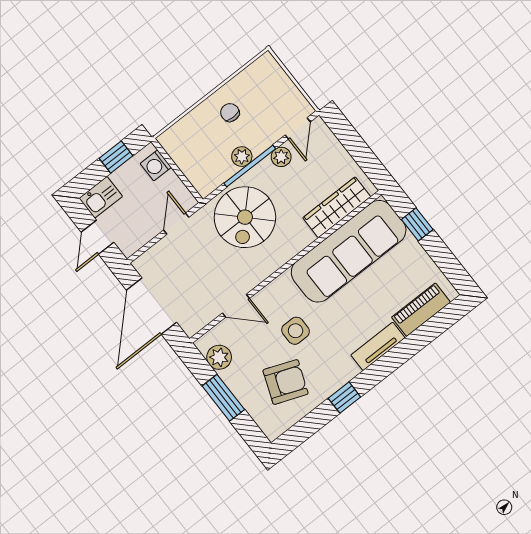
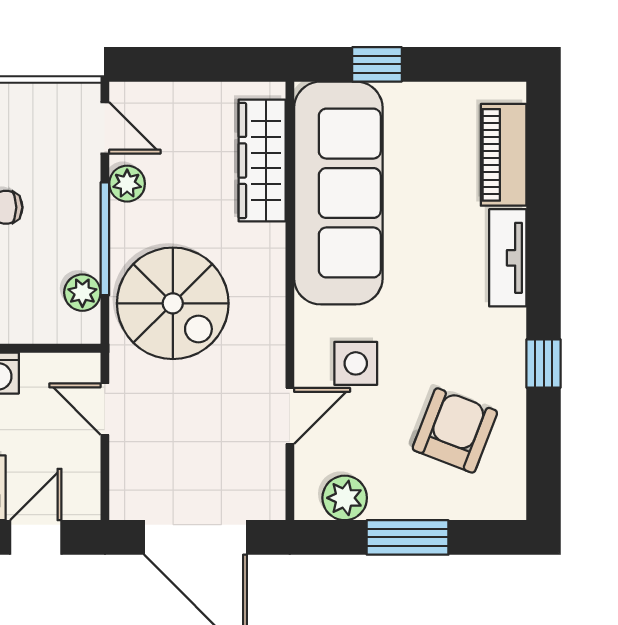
plant: (242, 157) -> (82, 293), moved
door: (97, 237) -> (36, 537), swing flipped
side table: (296, 331) -> (356, 363), moved

